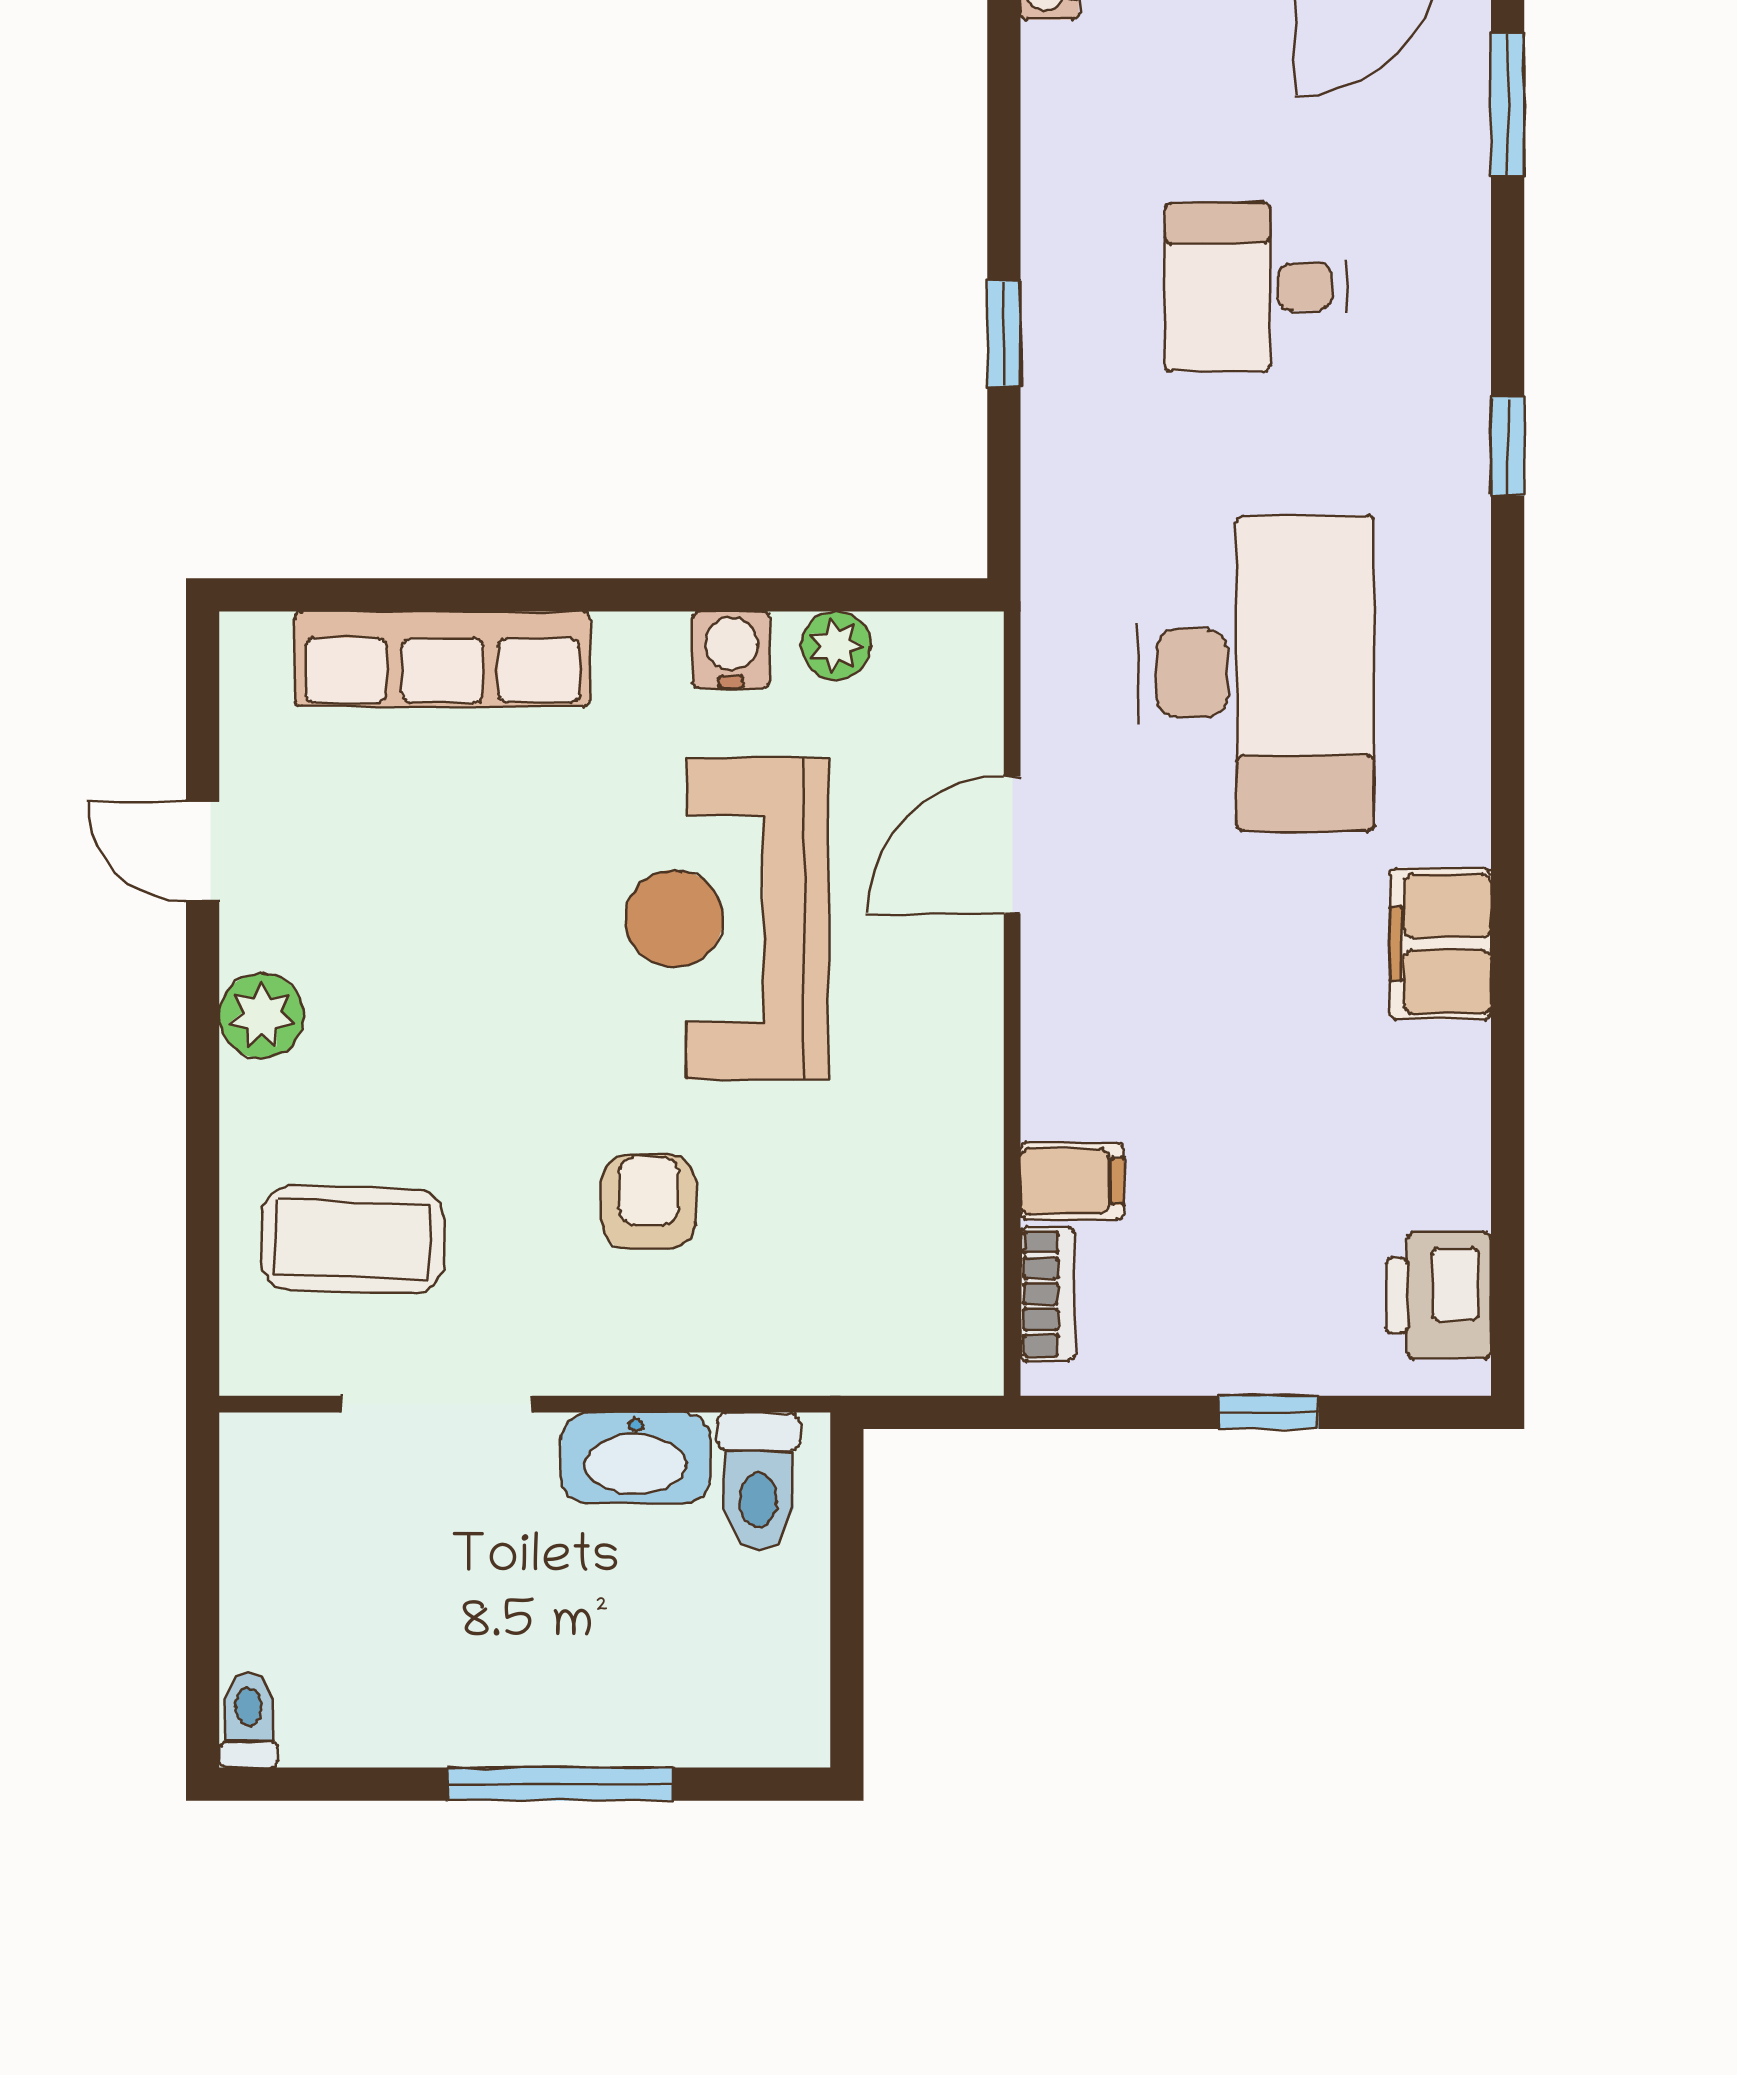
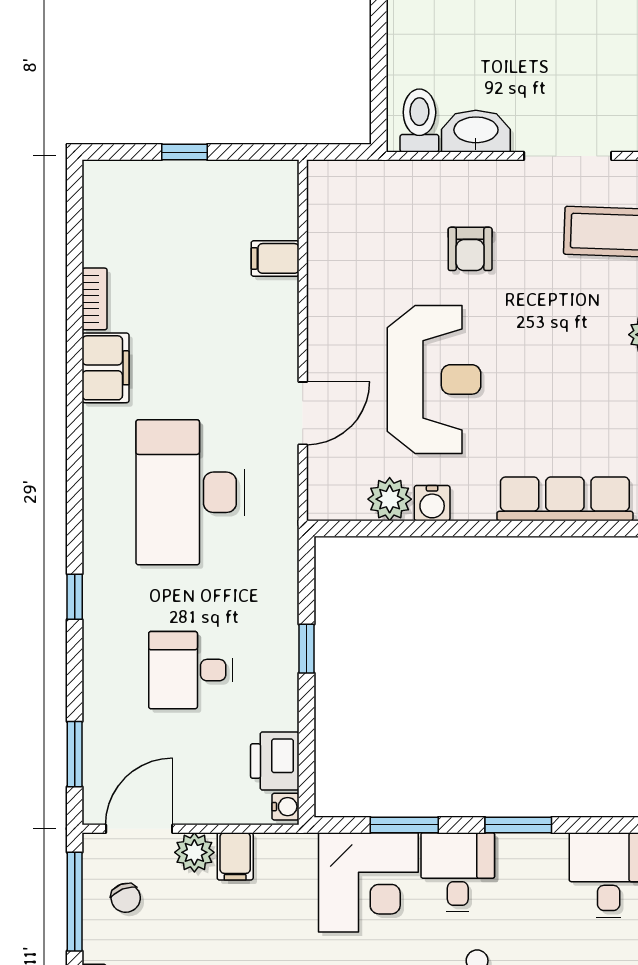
desk: (1256, 287) -> (191, 670), turned 180
plant: (836, 646) -> (390, 499), width x1.38, depth x1.38
bookcase: (1047, 1294) -> (95, 299), moved, turned 180
printer: (1439, 1295) -> (275, 761), moved, turned 180

